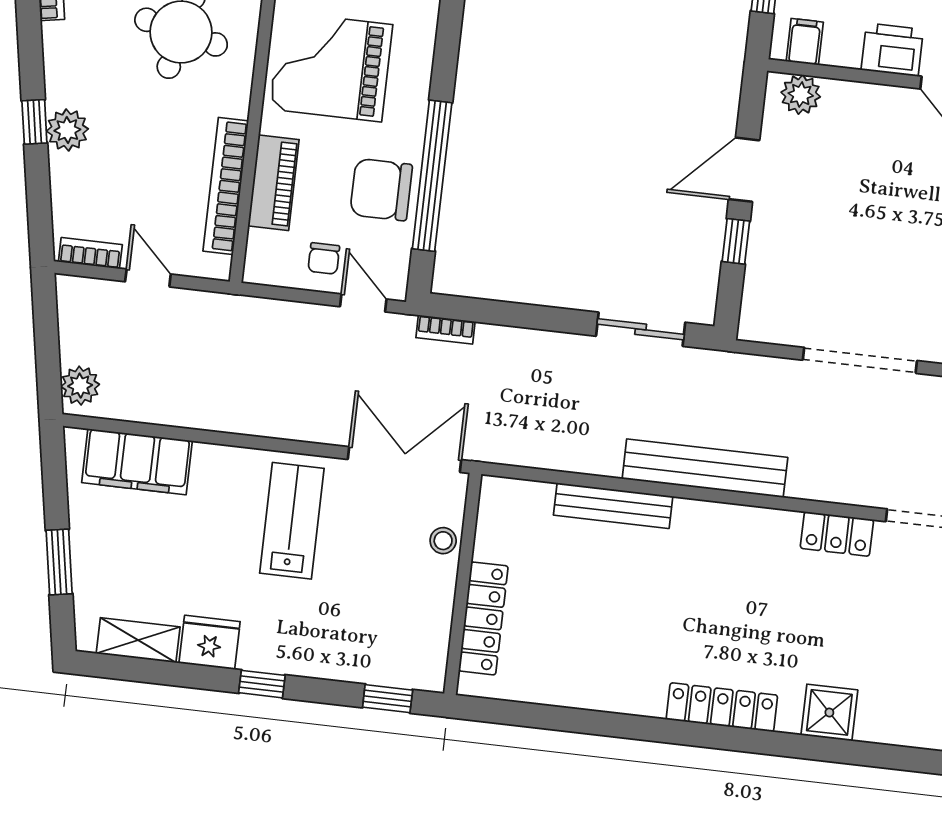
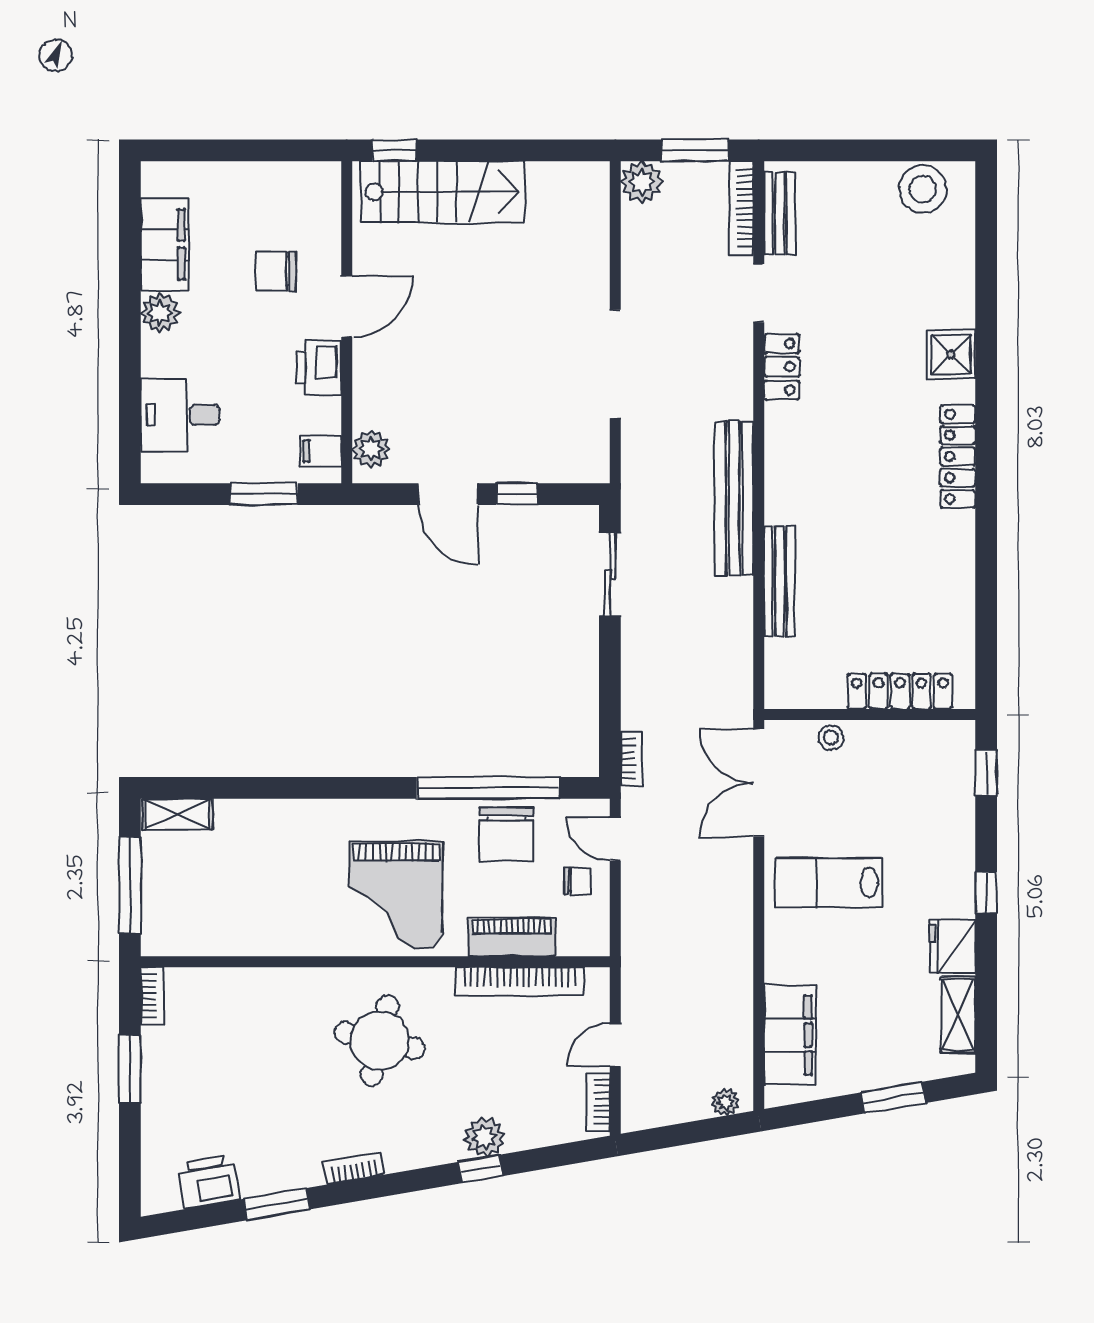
door: (363, 303) -> (615, 839), hinge flipped
plant: (80, 386) -> (725, 1102), width x0.73, depth x0.73

